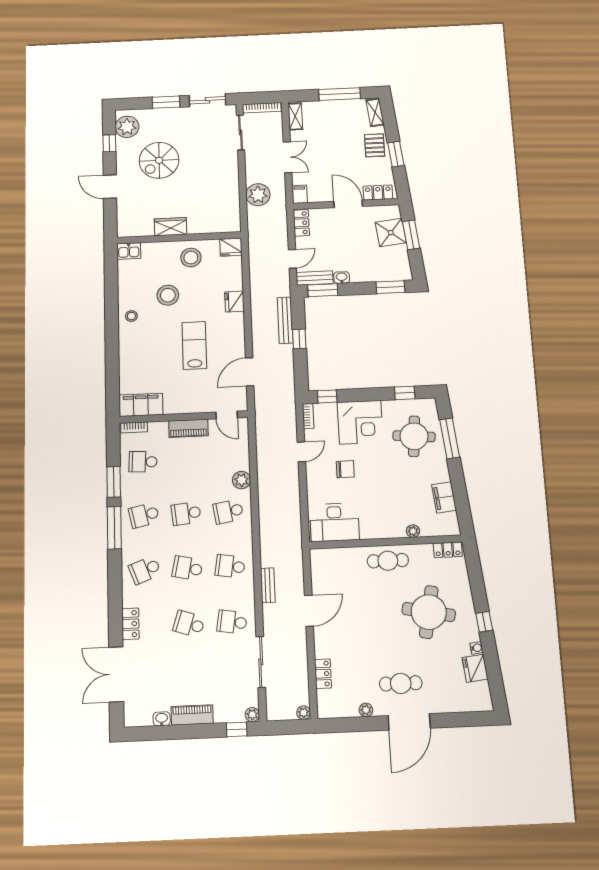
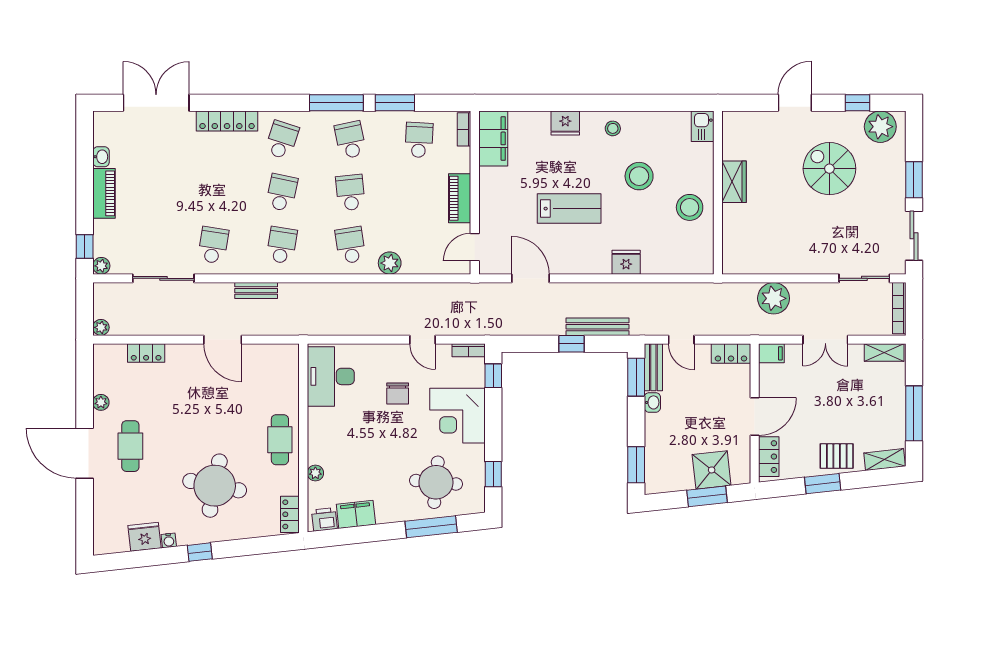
fridge: (231, 247) -> (565, 123), moved, turned -90
printer: (450, 522) -> (324, 519), added
school desk: (145, 570) -> (282, 140), turned 39
locker: (130, 624) -> (227, 121), width x1.53
school desk: (189, 624) -> (213, 193), removed

